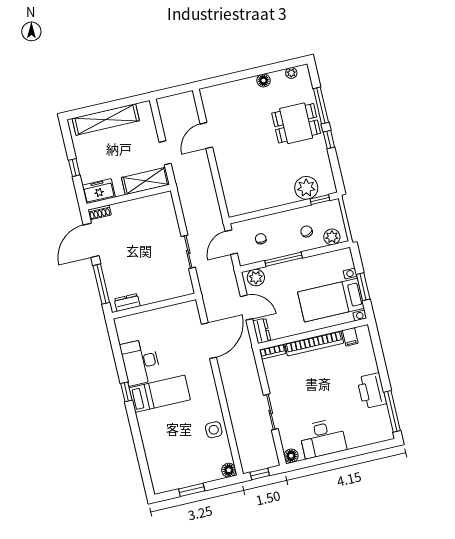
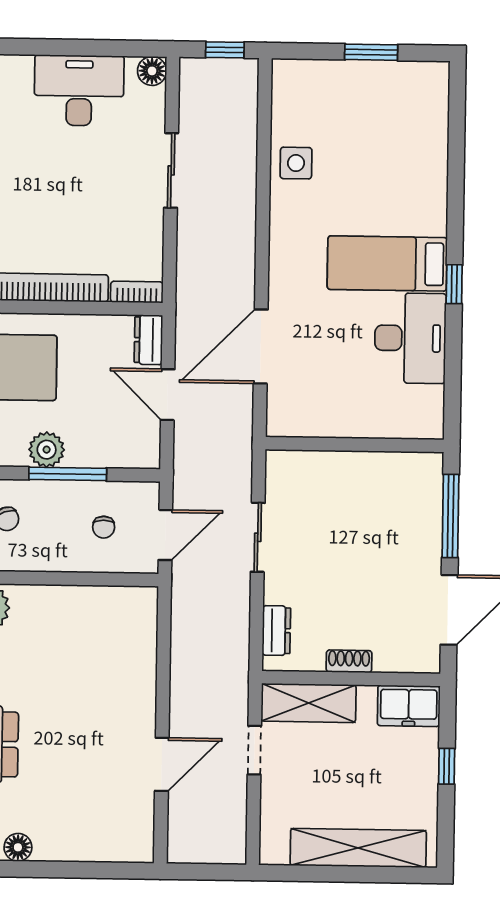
shoe rack: (100, 212) -> (349, 661), moved
plant: (256, 277) -> (47, 450), moved
dresser: (127, 302) -> (276, 631), moved, turned -90
floor lamp: (229, 470) -> (286, 73), removed

